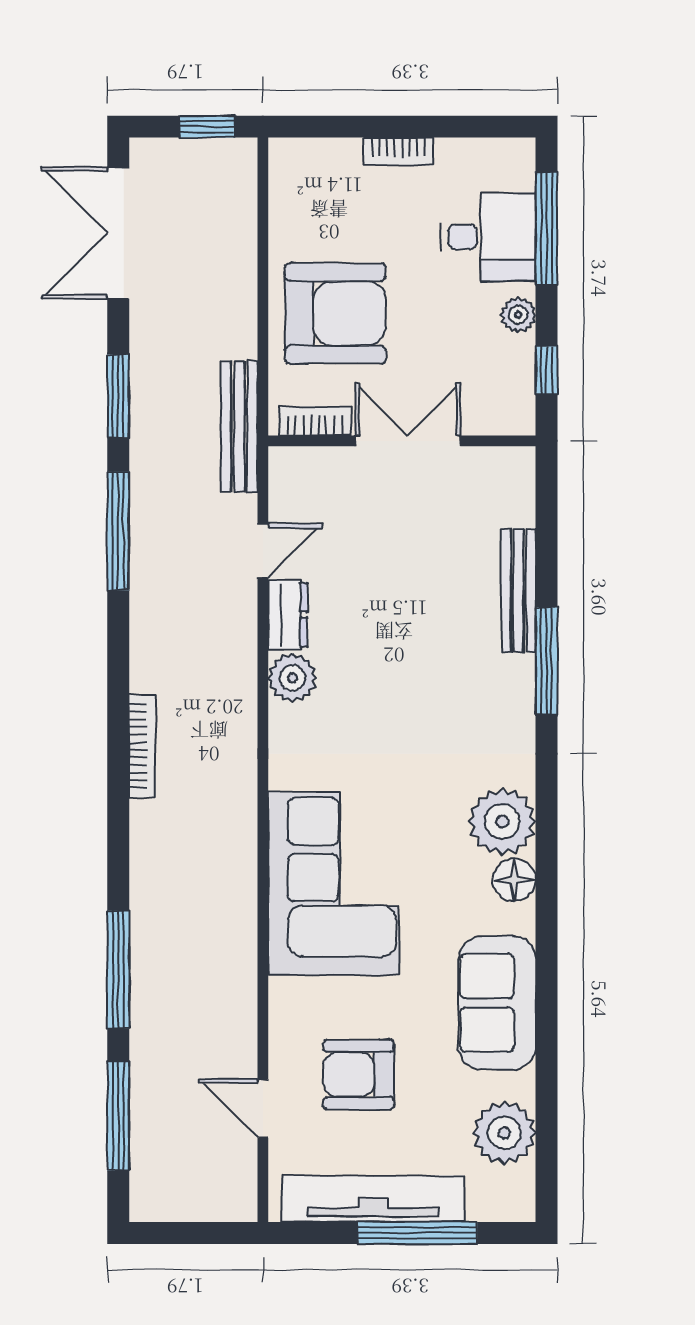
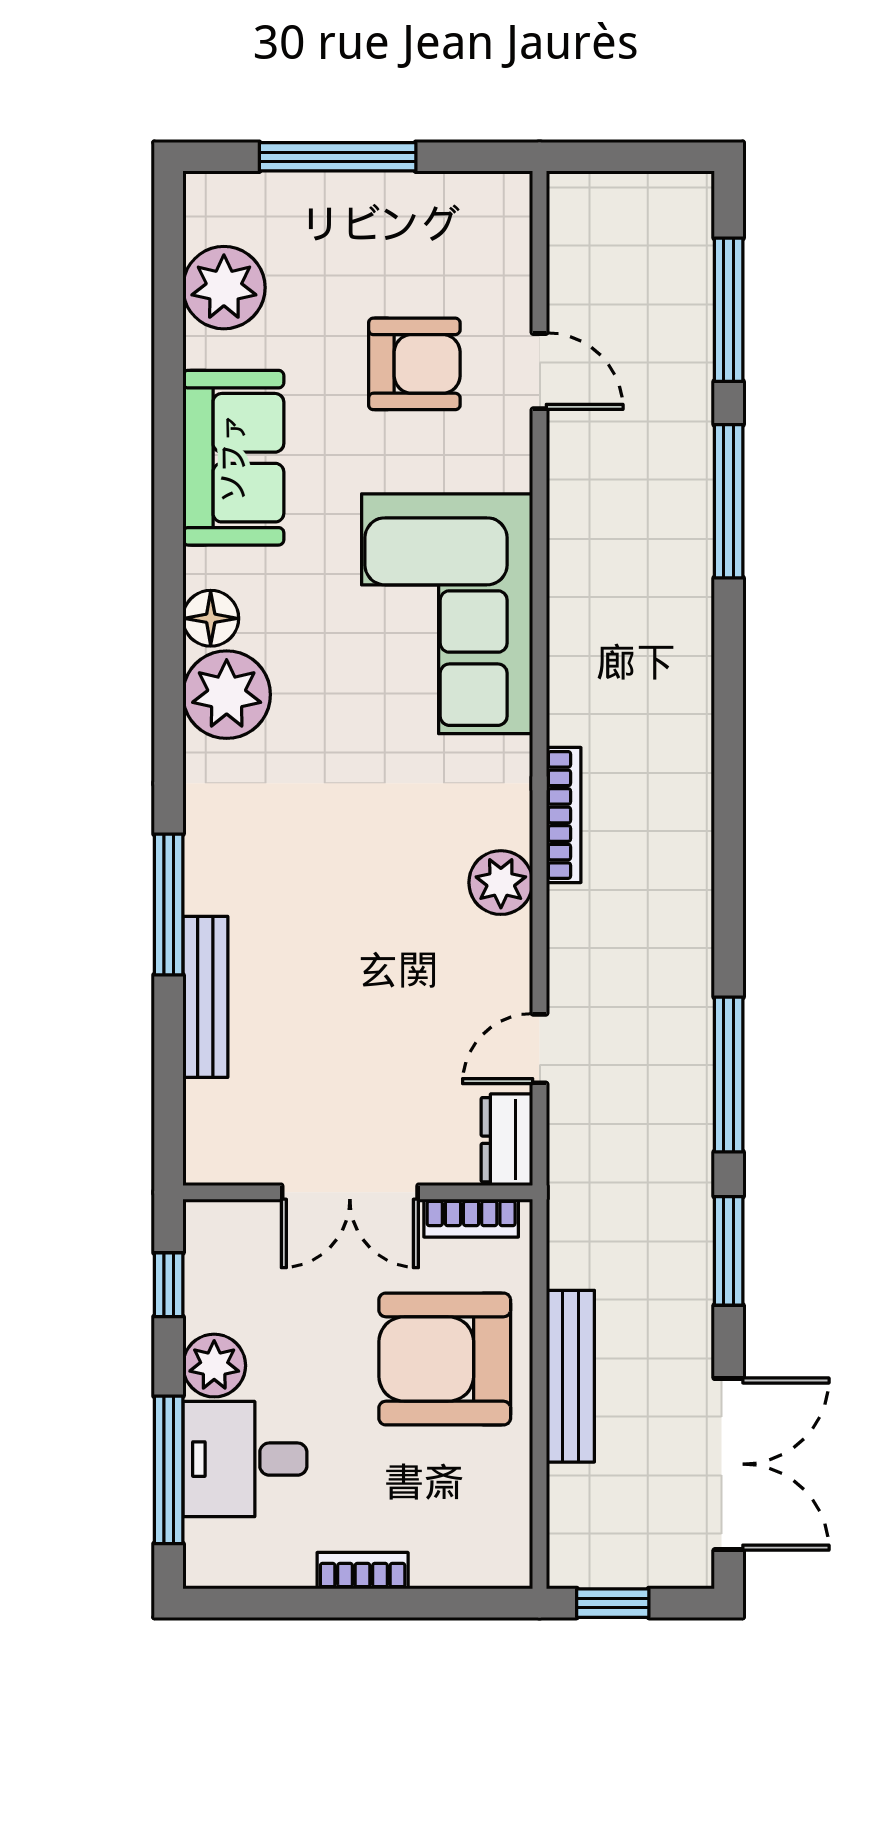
plant: (518, 315) -> (214, 1366), width x1.38, depth x1.38
bench: (239, 427) -> (570, 1376), moved
dresser: (288, 615) -> (507, 1140), moved
bookcase: (142, 746) -> (564, 815), moved, turned 180
door: (263, 1108) -> (540, 371), moved
tv unit: (373, 1199) -> (395, 201), removed

